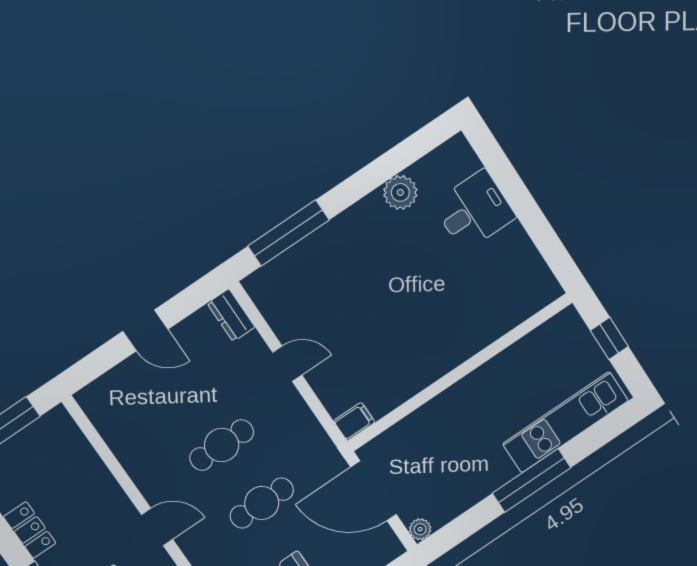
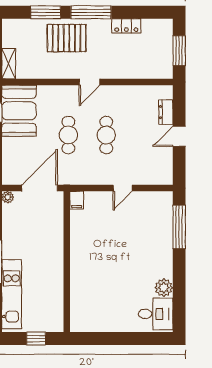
desk: (474, 211) -> (156, 314), moved, turned -90
dresser: (231, 315) -> (166, 112), moved, turned -90

